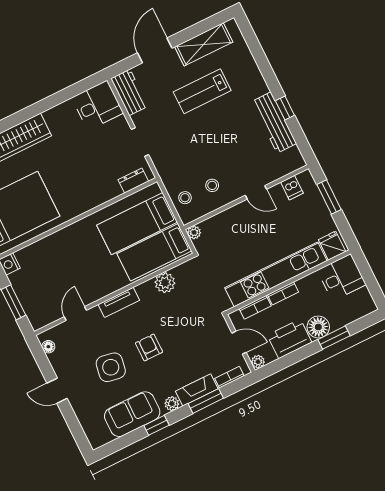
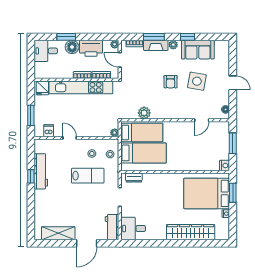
lab bench: (202, 91) -> (88, 176), moved
desk: (342, 277) -> (46, 51), moved
tv unit: (119, 302) -> (175, 115), removed

